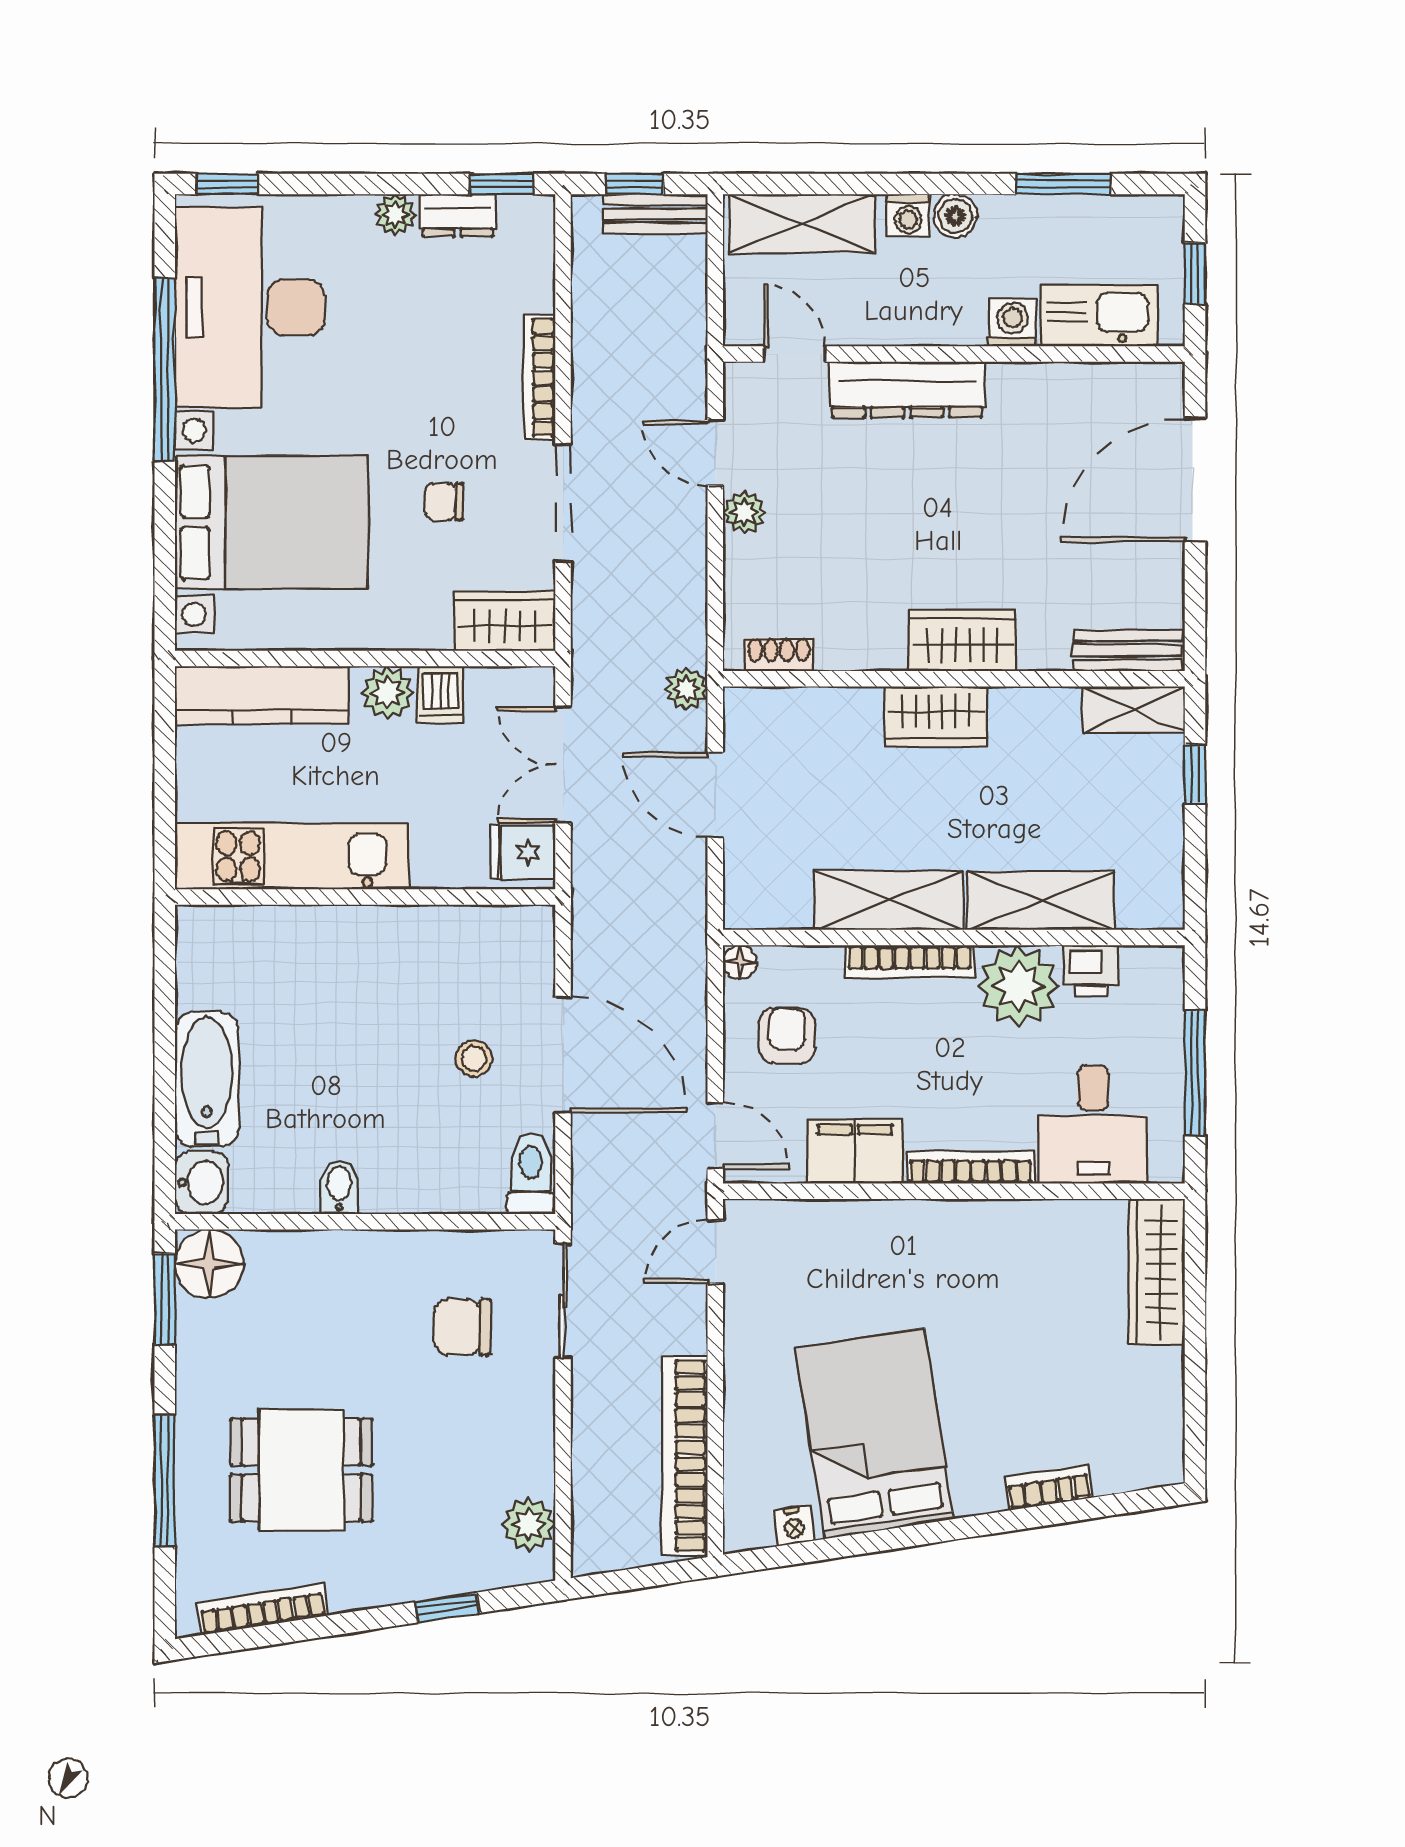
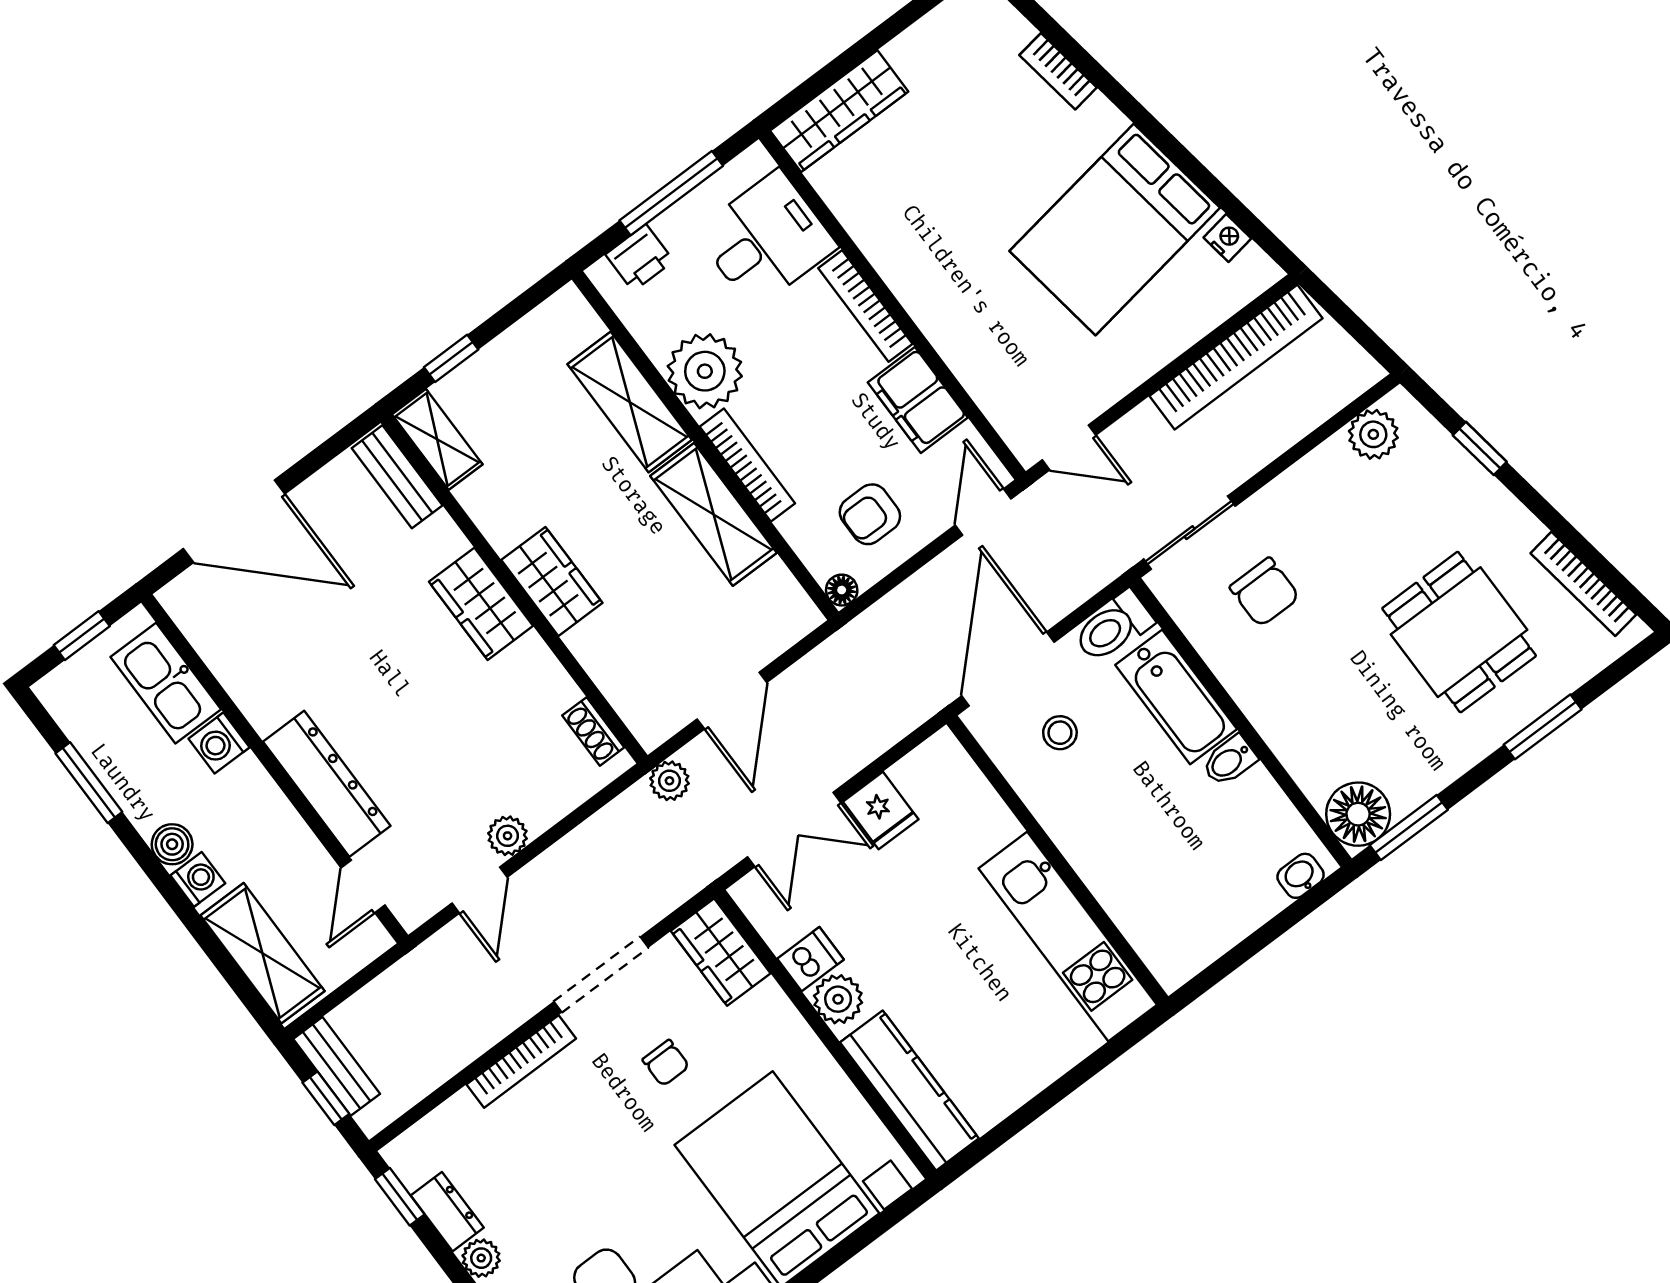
kitchen unit: (292, 856) -> (1068, 937), moved
wall: (365, 897) -> (1057, 860), moved
printer: (1091, 970) -> (639, 258), moved, turned 90
bathtub: (207, 1079) -> (1176, 697), moved, turned -90
washbasin: (202, 1183) -> (1301, 876), width x0.72, depth x0.69
window: (165, 1481) -> (1543, 727), width x0.69

